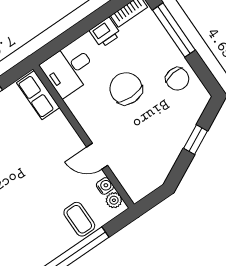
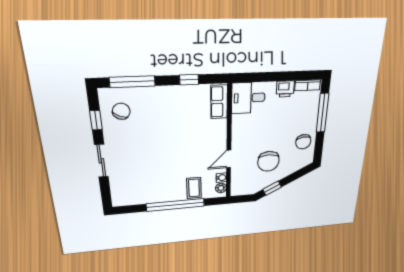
chair: (126, 89) -> (268, 161), moved, turned 180
window: (195, 140) -> (272, 188), moved
door: (97, 156) -> (229, 159), hinge flipped

